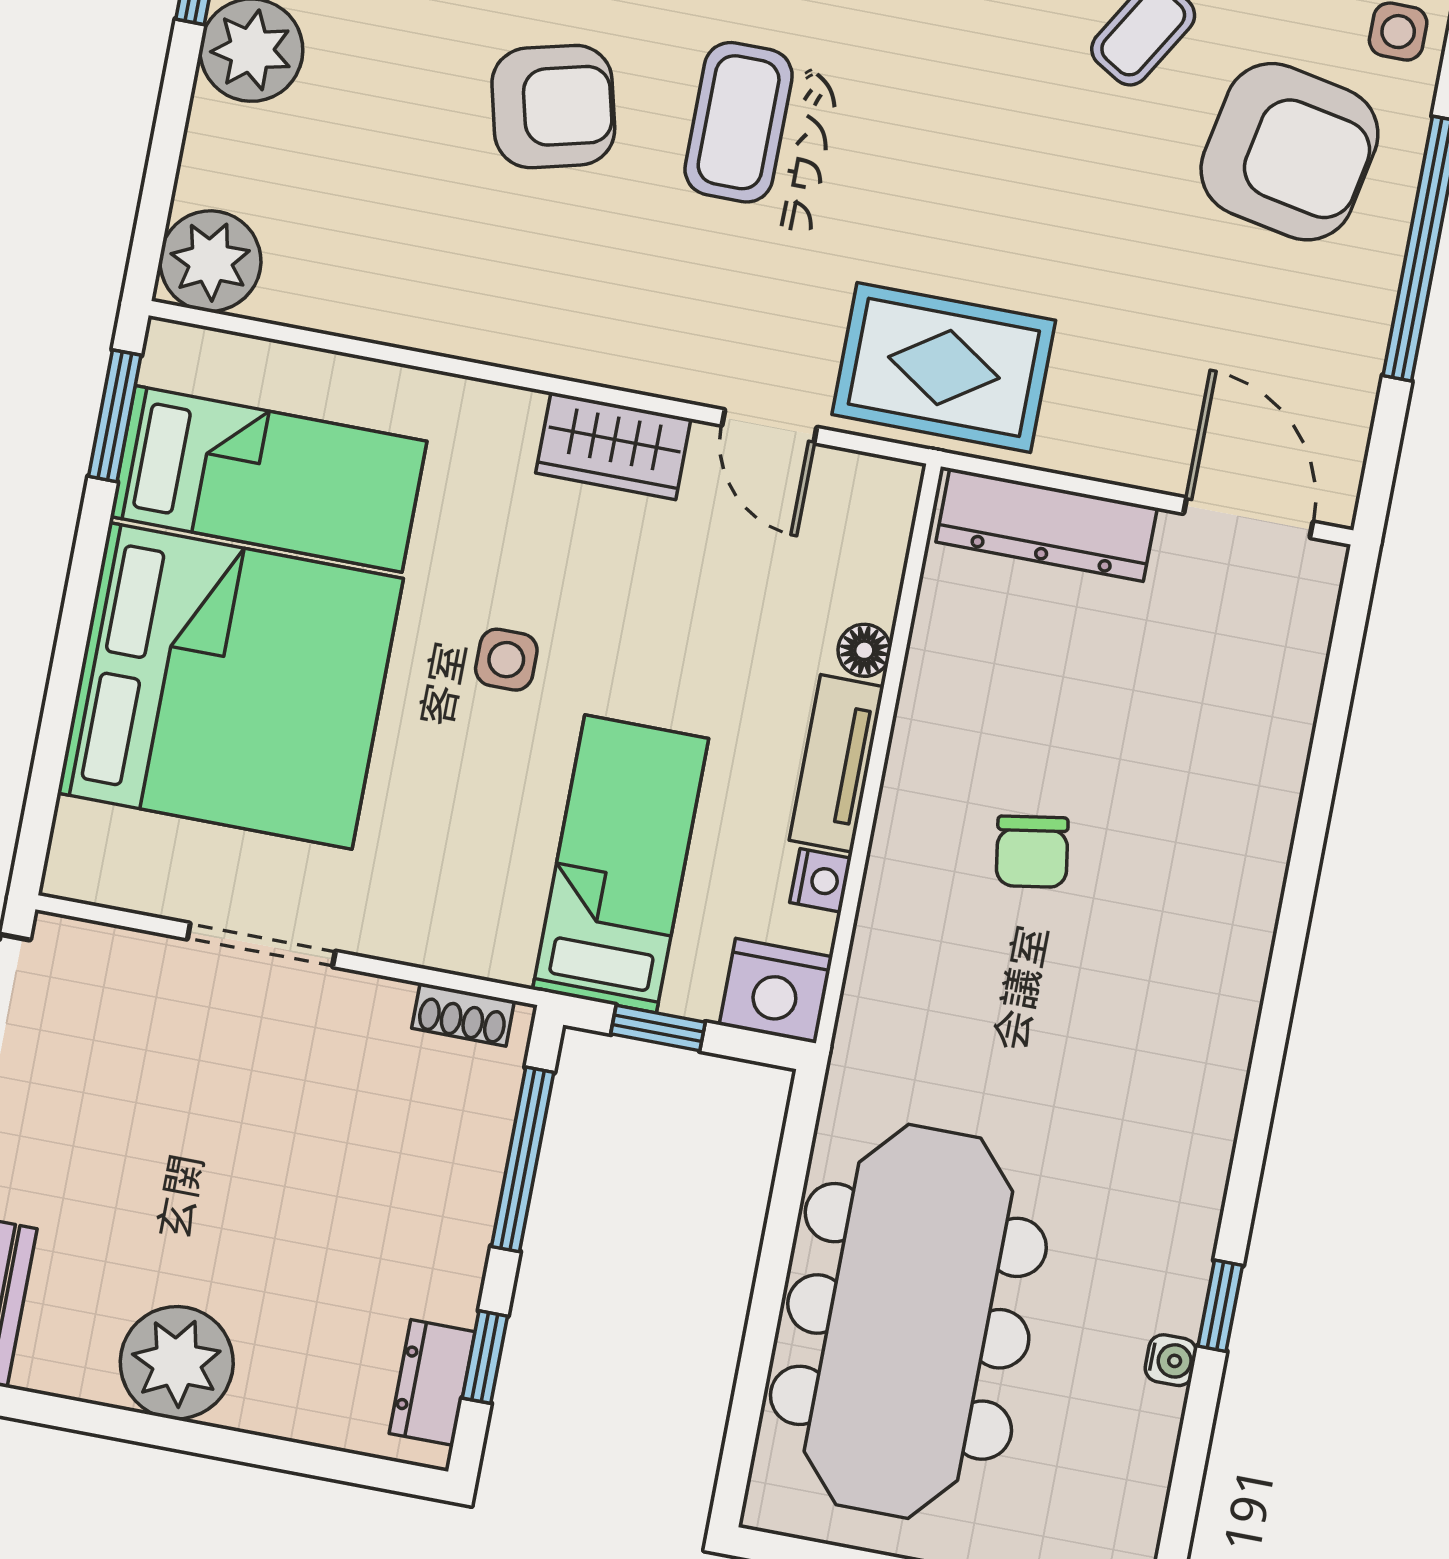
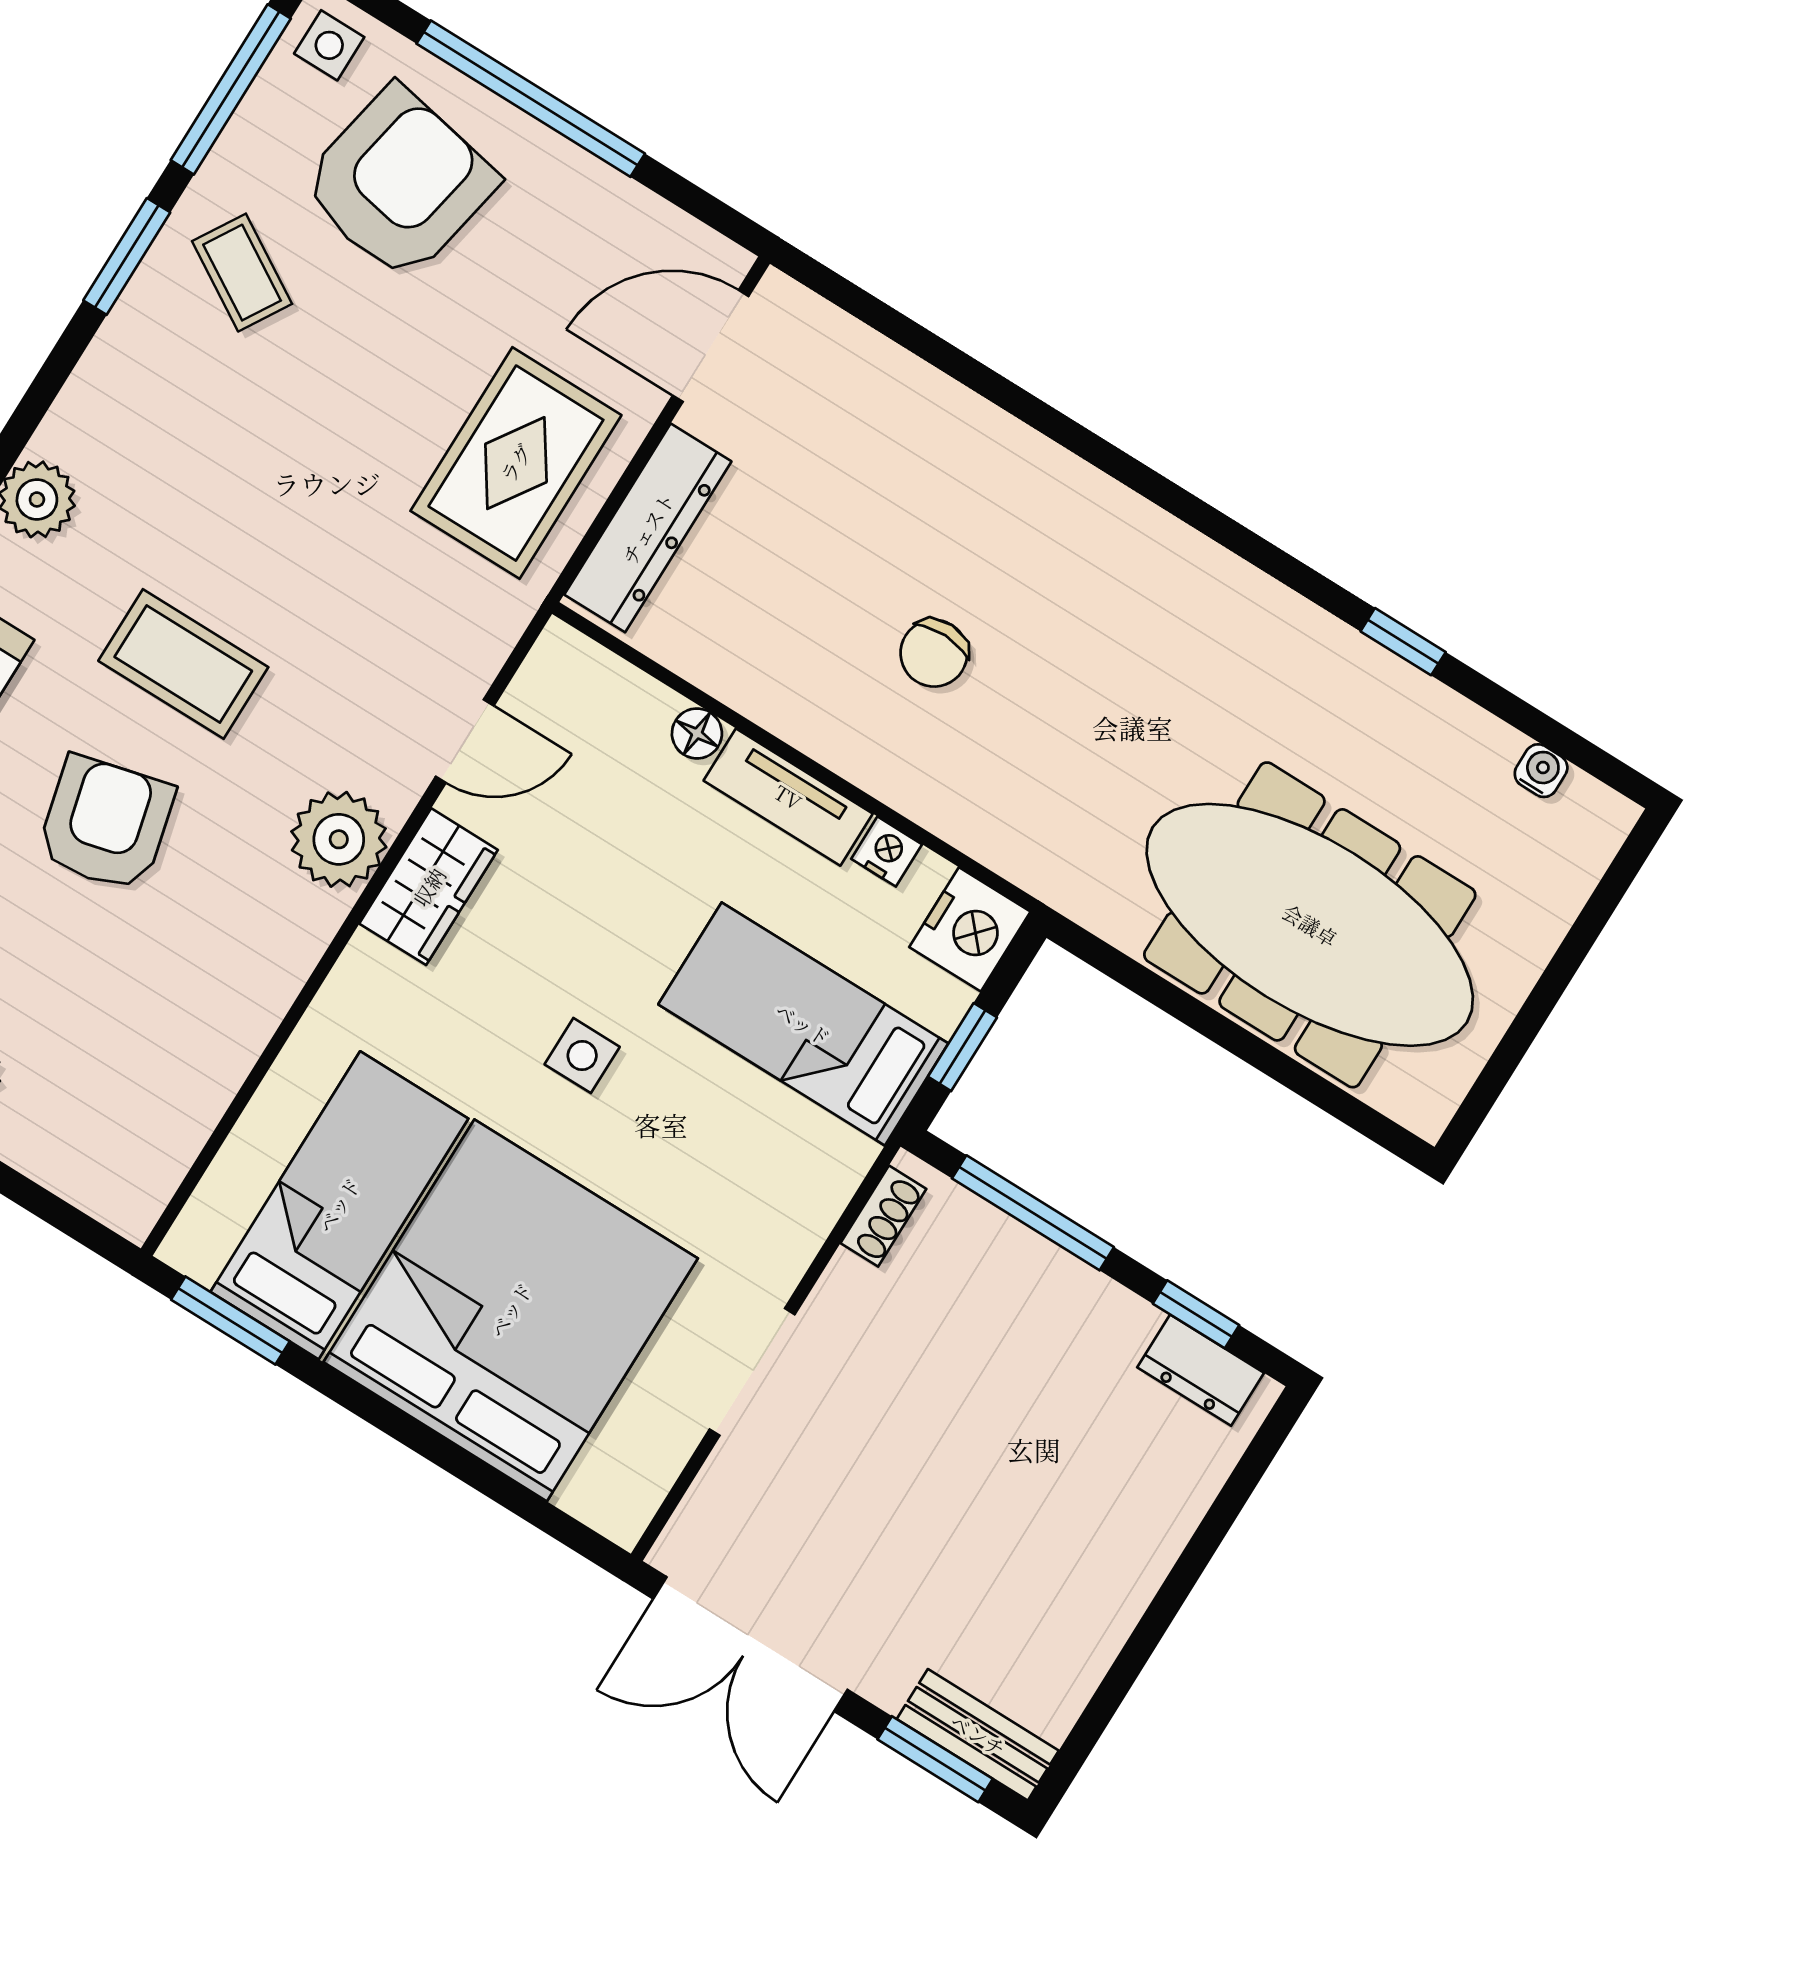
plant: (210, 261) -> (339, 839), moved
rug: (944, 367) -> (516, 463), moved
chair: (1032, 852) -> (934, 653), turned 100
water cooler: (1171, 1360) -> (1541, 771), moved
plant: (177, 1363) -> (1095, 1591), removed

